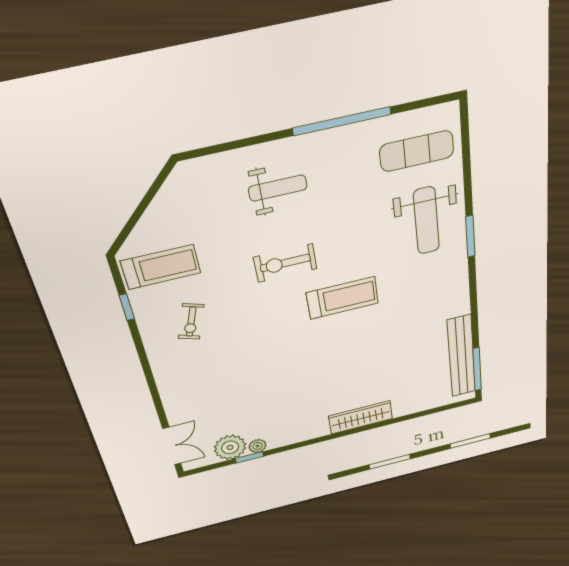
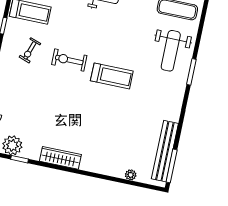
exercise bike: (285, 263) -> (69, 60), moved
wardrobe: (361, 417) -> (60, 158), moved
plant: (258, 446) -> (131, 175), moved

